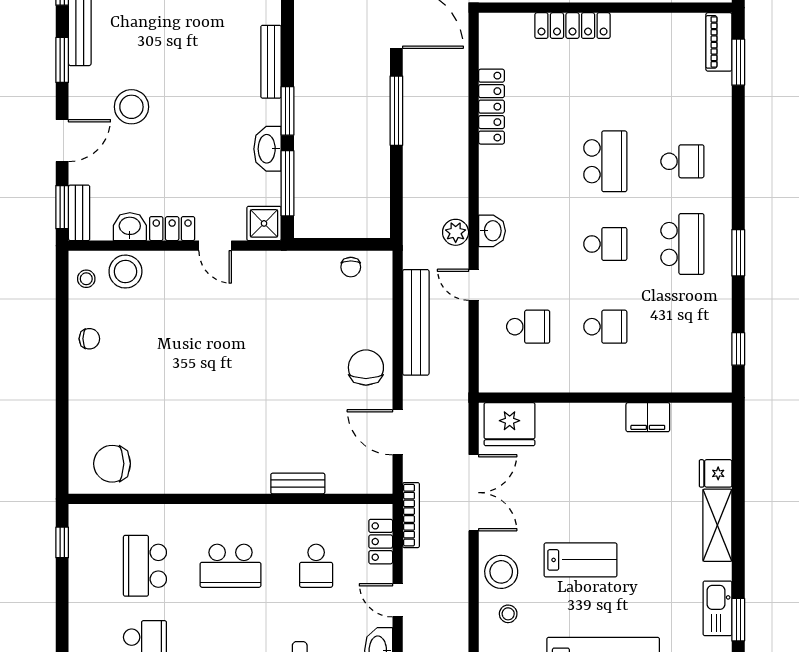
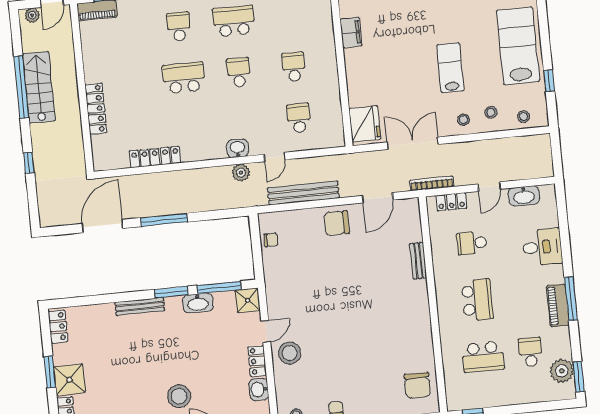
stool: (125, 272) -> (290, 353), moved
school desk: (316, 566) -> (472, 243), turned 180
stool: (501, 572) -> (463, 120), width x0.53, depth x0.53

